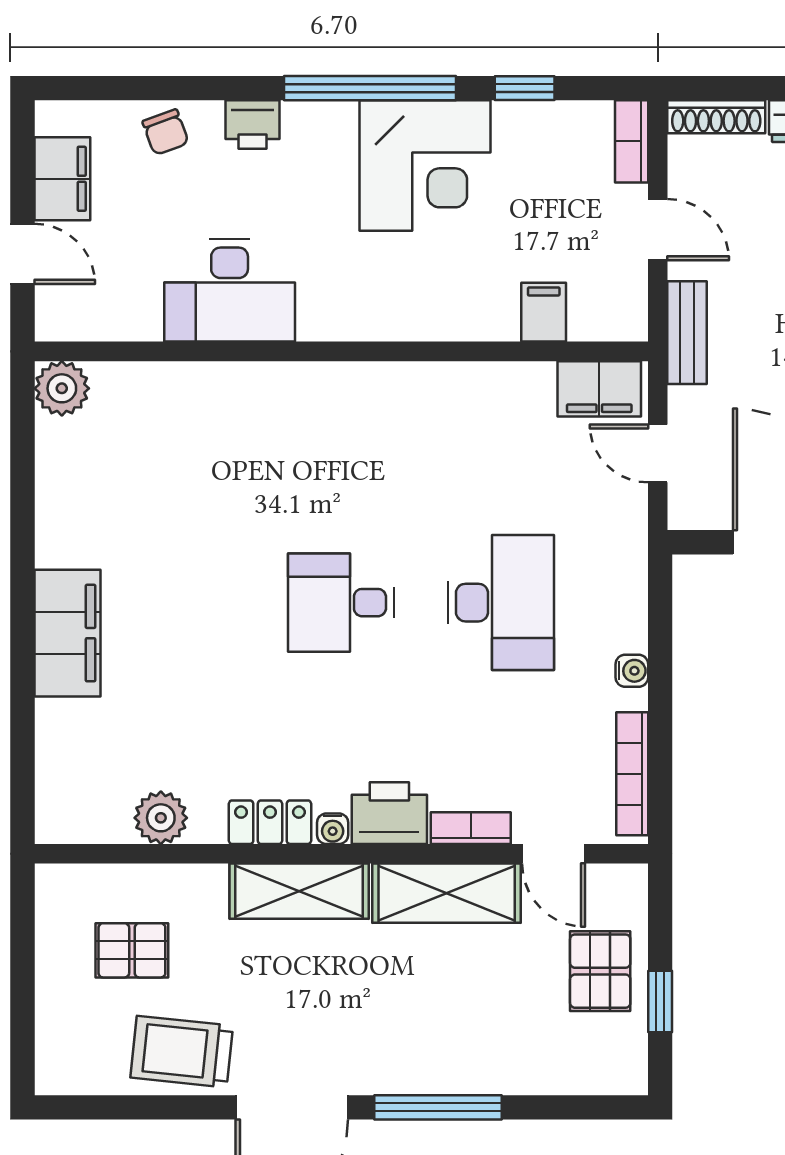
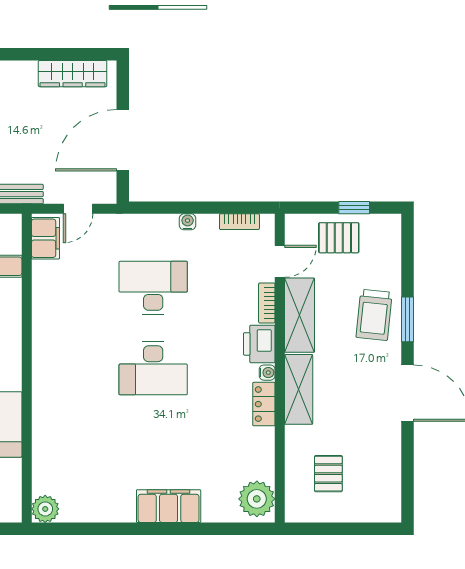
desk: (341, 603) -> (153, 368), width x1.37
bookcase: (632, 774) -> (239, 222), width x0.64
plant: (161, 818) -> (257, 499), moved, width x1.36, depth x1.36
trolley: (182, 1052) -> (374, 315), moved
window: (438, 1107) -> (407, 319), width x0.69

